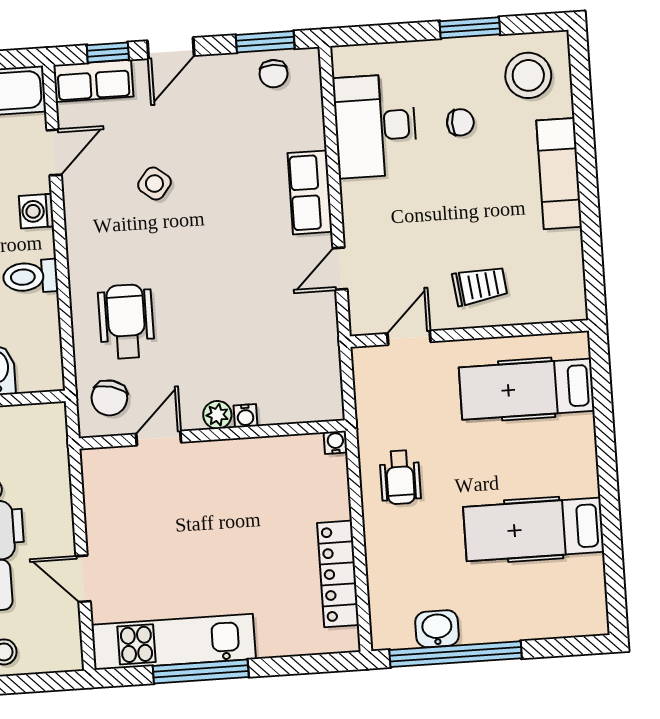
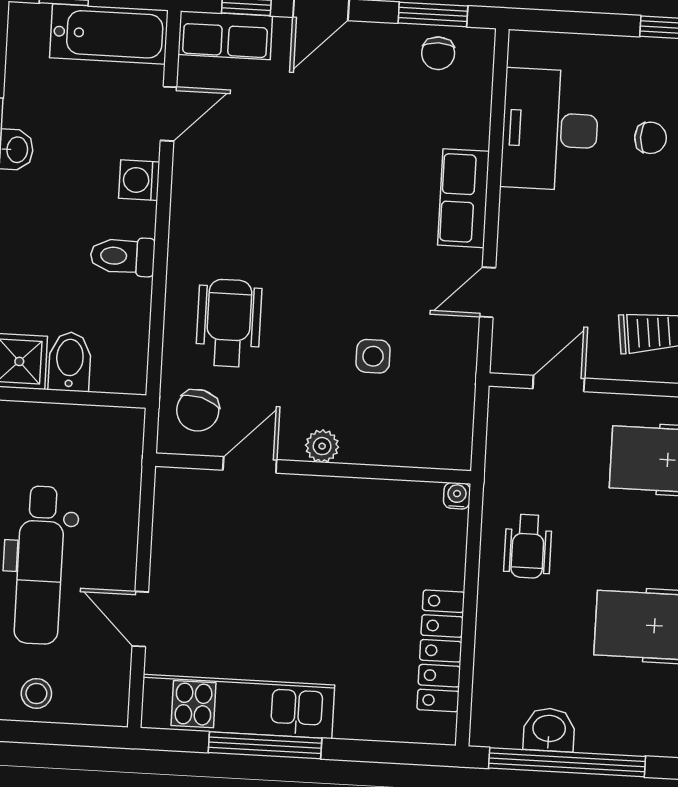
side table: (154, 184) -> (373, 356), moved, turned -38
water cooler: (245, 416) -> (355, 451), removed

